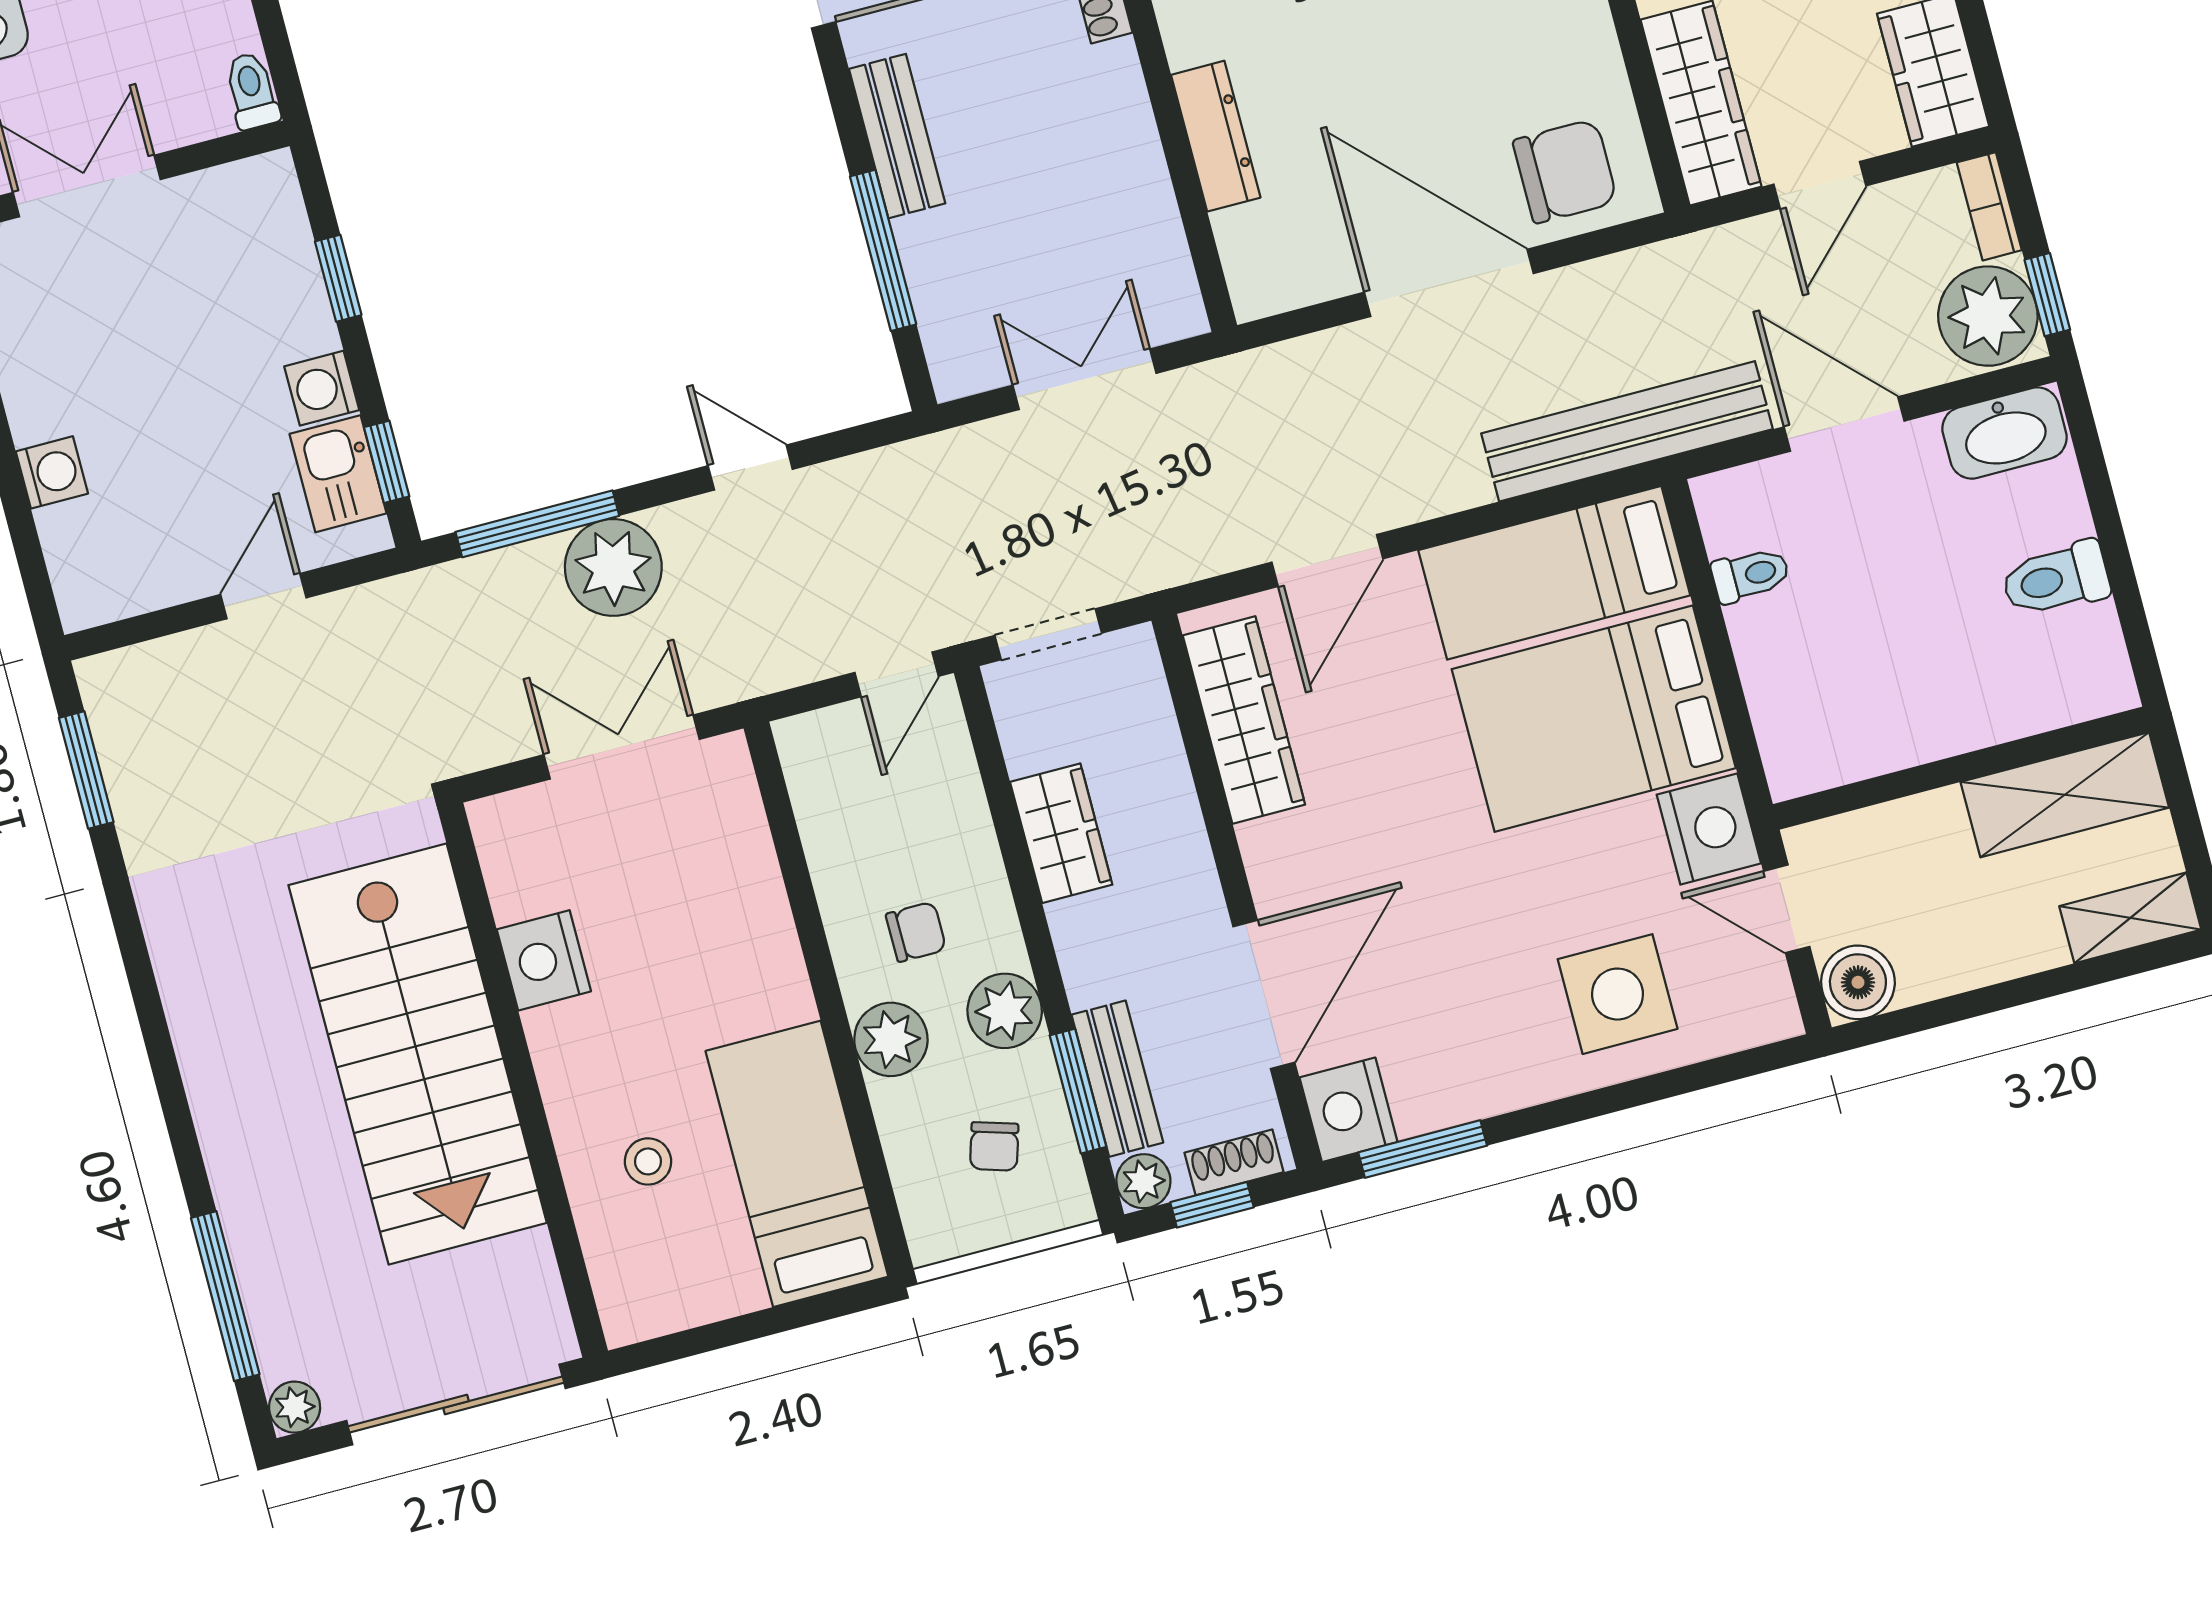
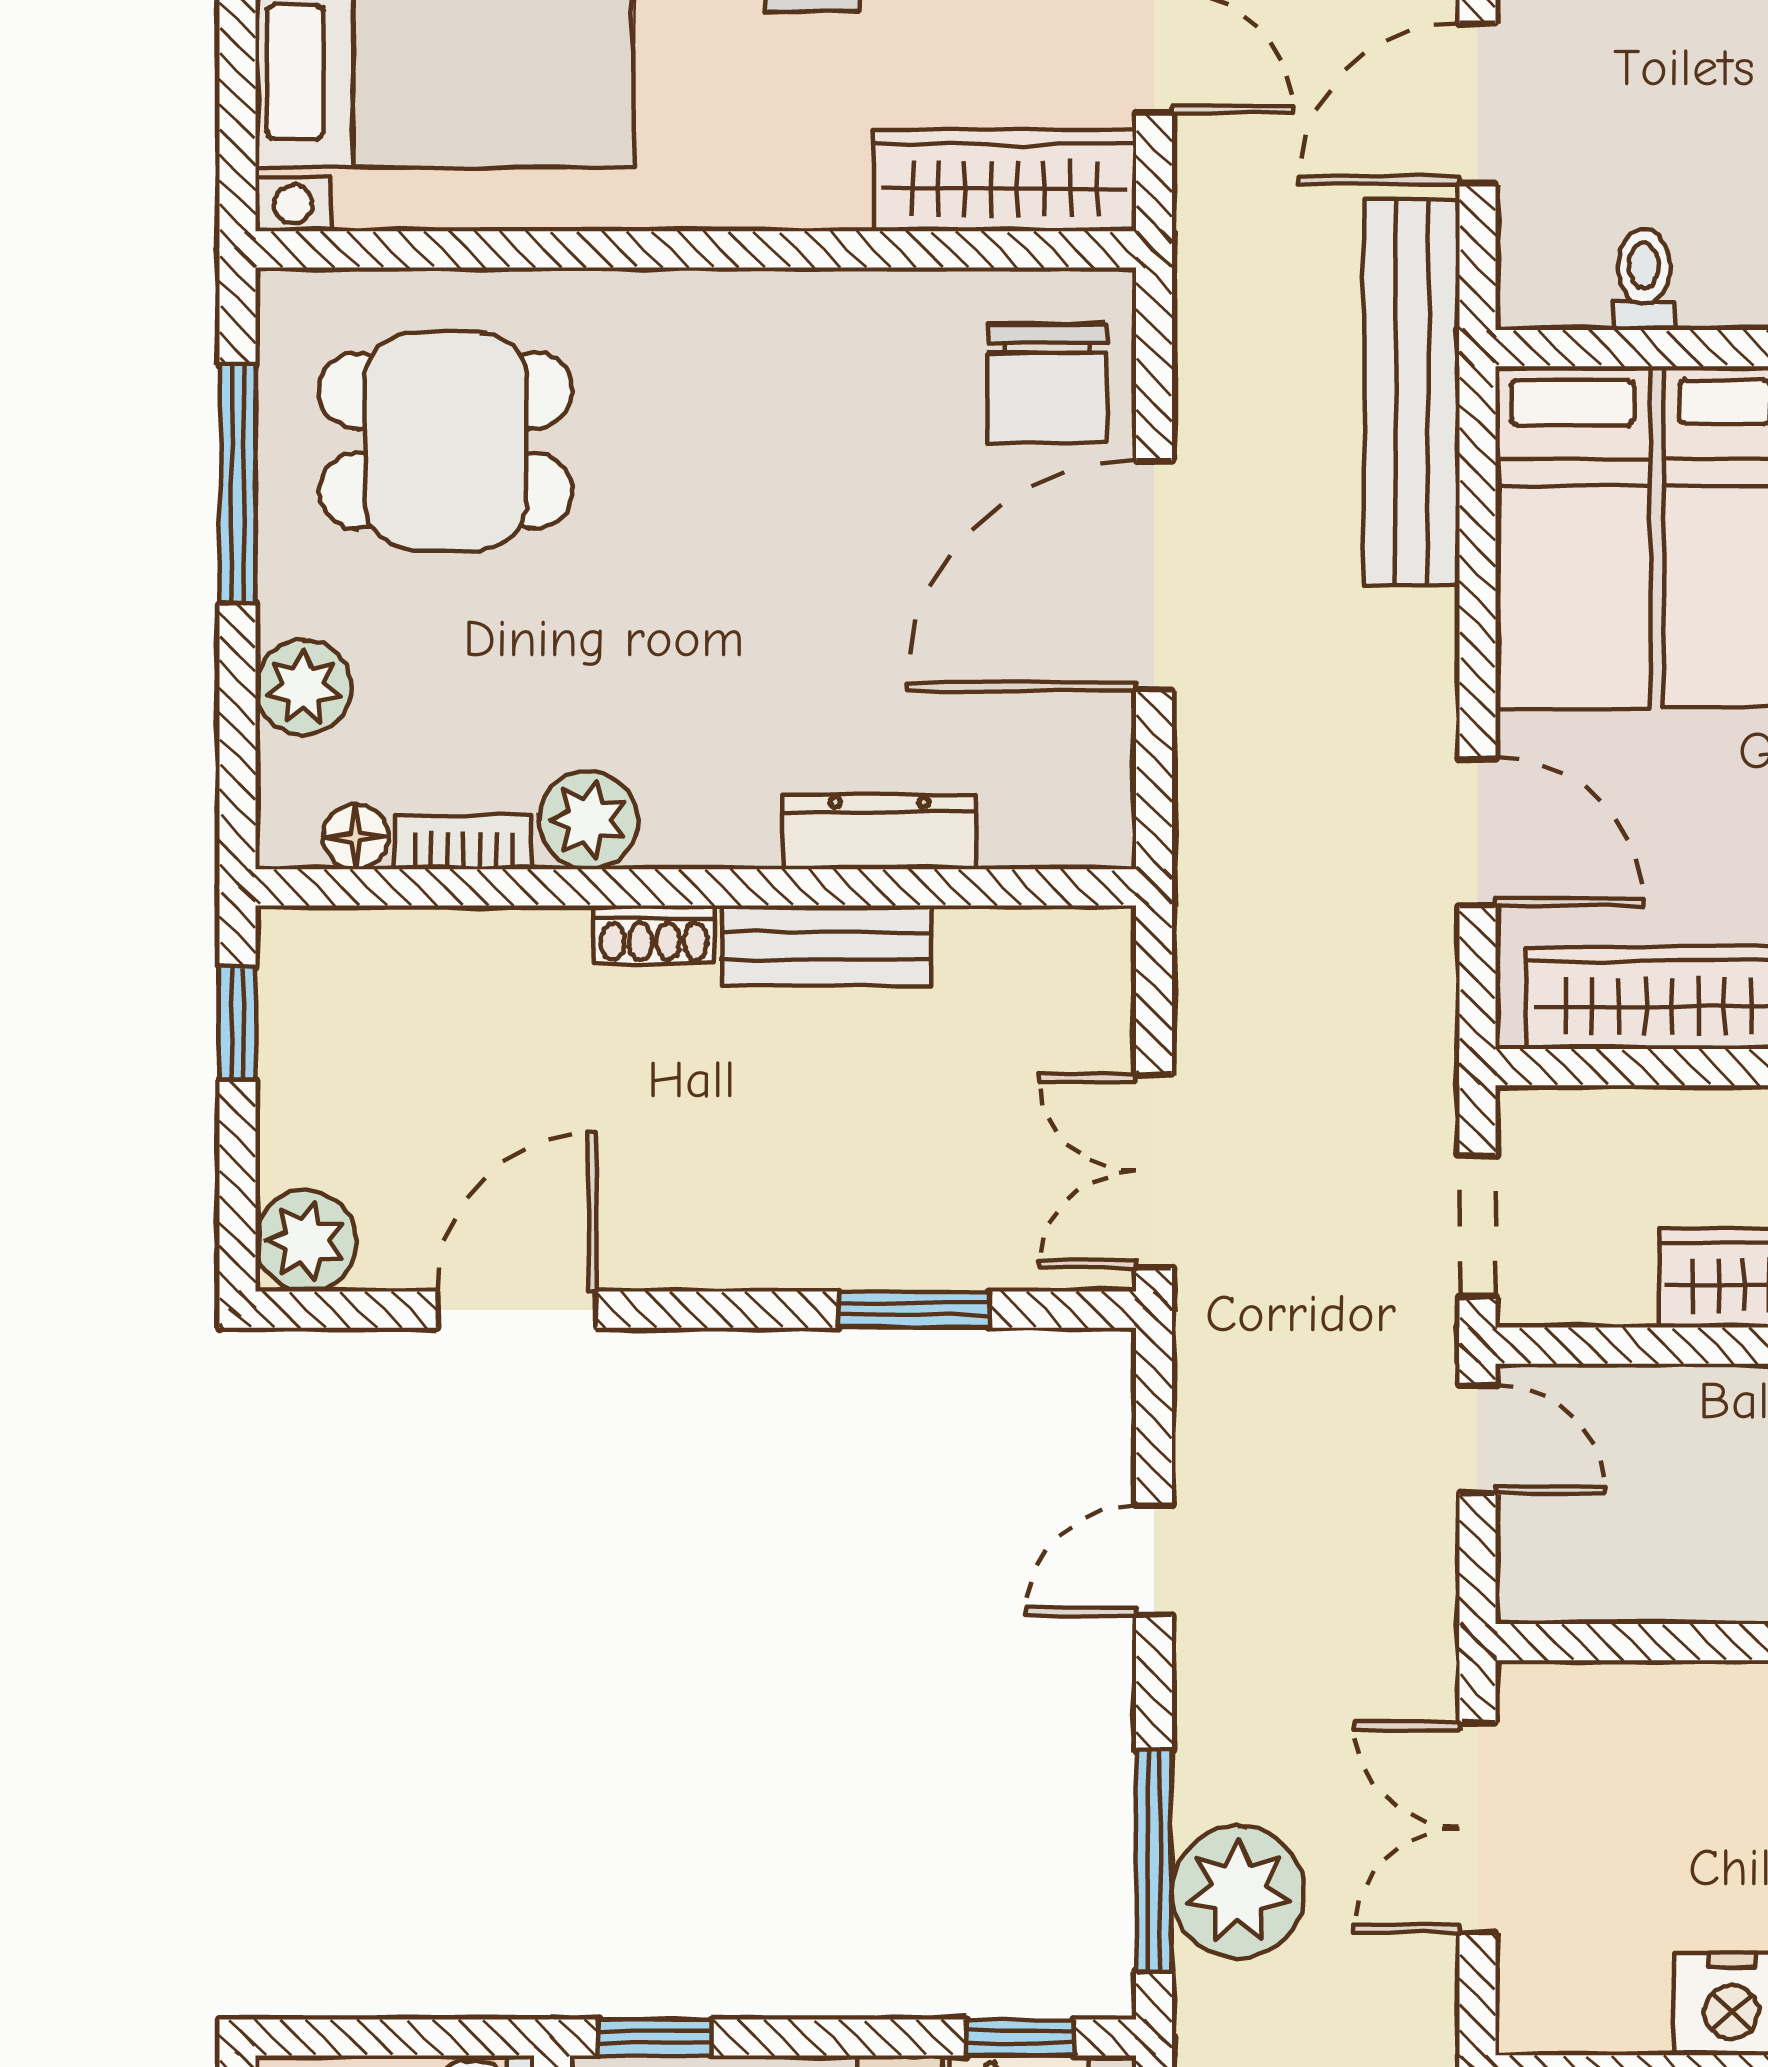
bench: (897, 136) -> (827, 946), moved
chair: (1565, 171) -> (1047, 384), turned 180
window: (883, 250) -> (914, 1310), width x0.69
window: (338, 278) -> (655, 2037), moved
double door: (1084, 379) -> (1154, 1171), moved
plant: (613, 567) -> (1238, 1892), moved

